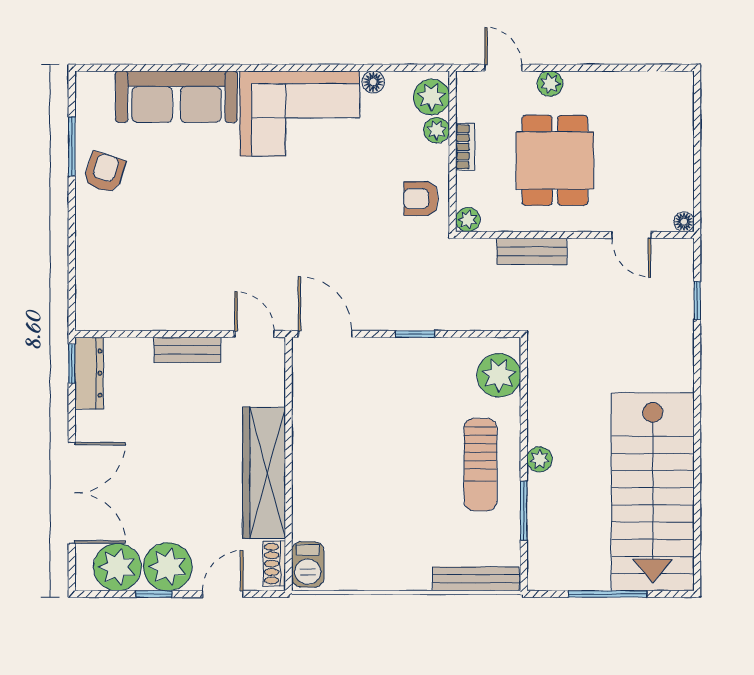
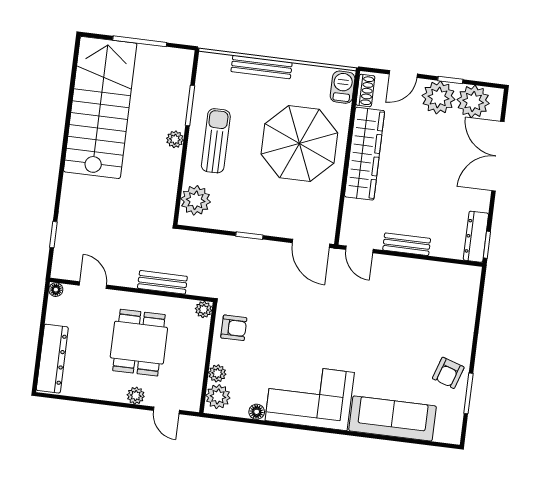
dresser: (677, 122) -> (52, 359), added
bookcase: (465, 147) -> (199, 359), removed
parasol: (360, 476) -> (299, 143), added
bench: (476, 579) -> (262, 67), moved

